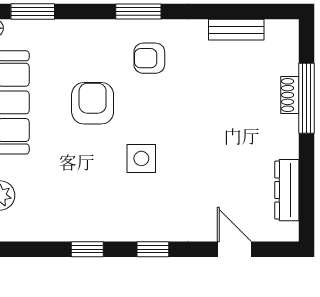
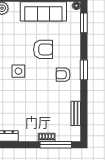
armchair: (149, 58) -> (63, 75), turned -90
window: (307, 98) -> (56, 145), moved

